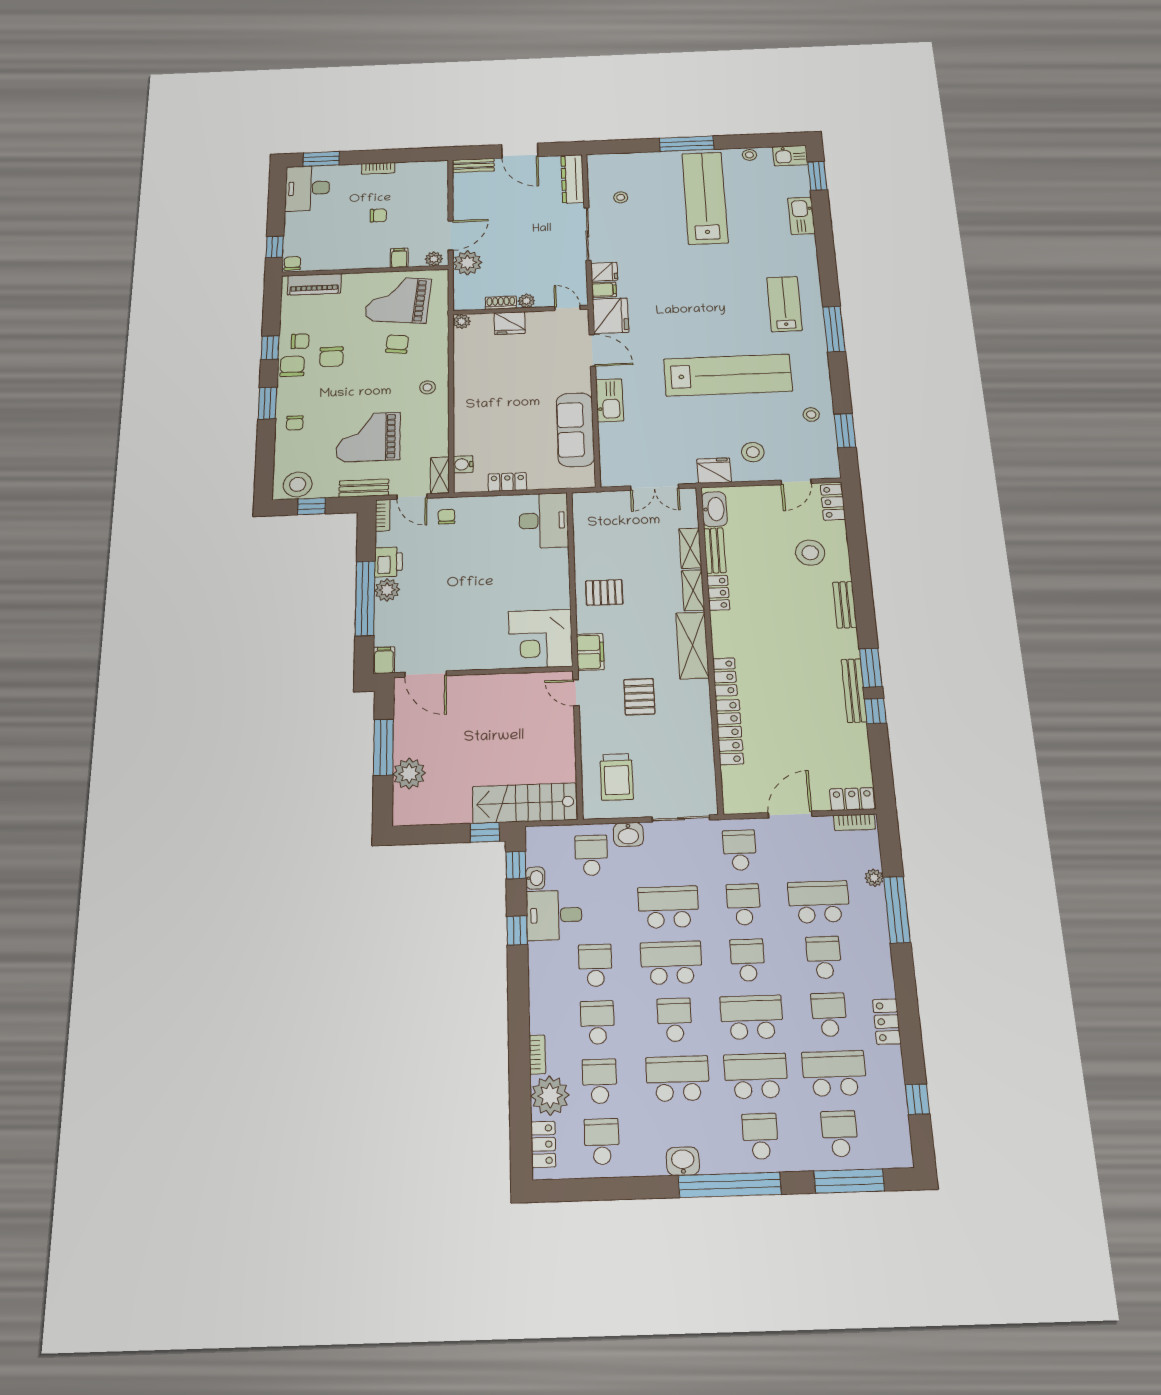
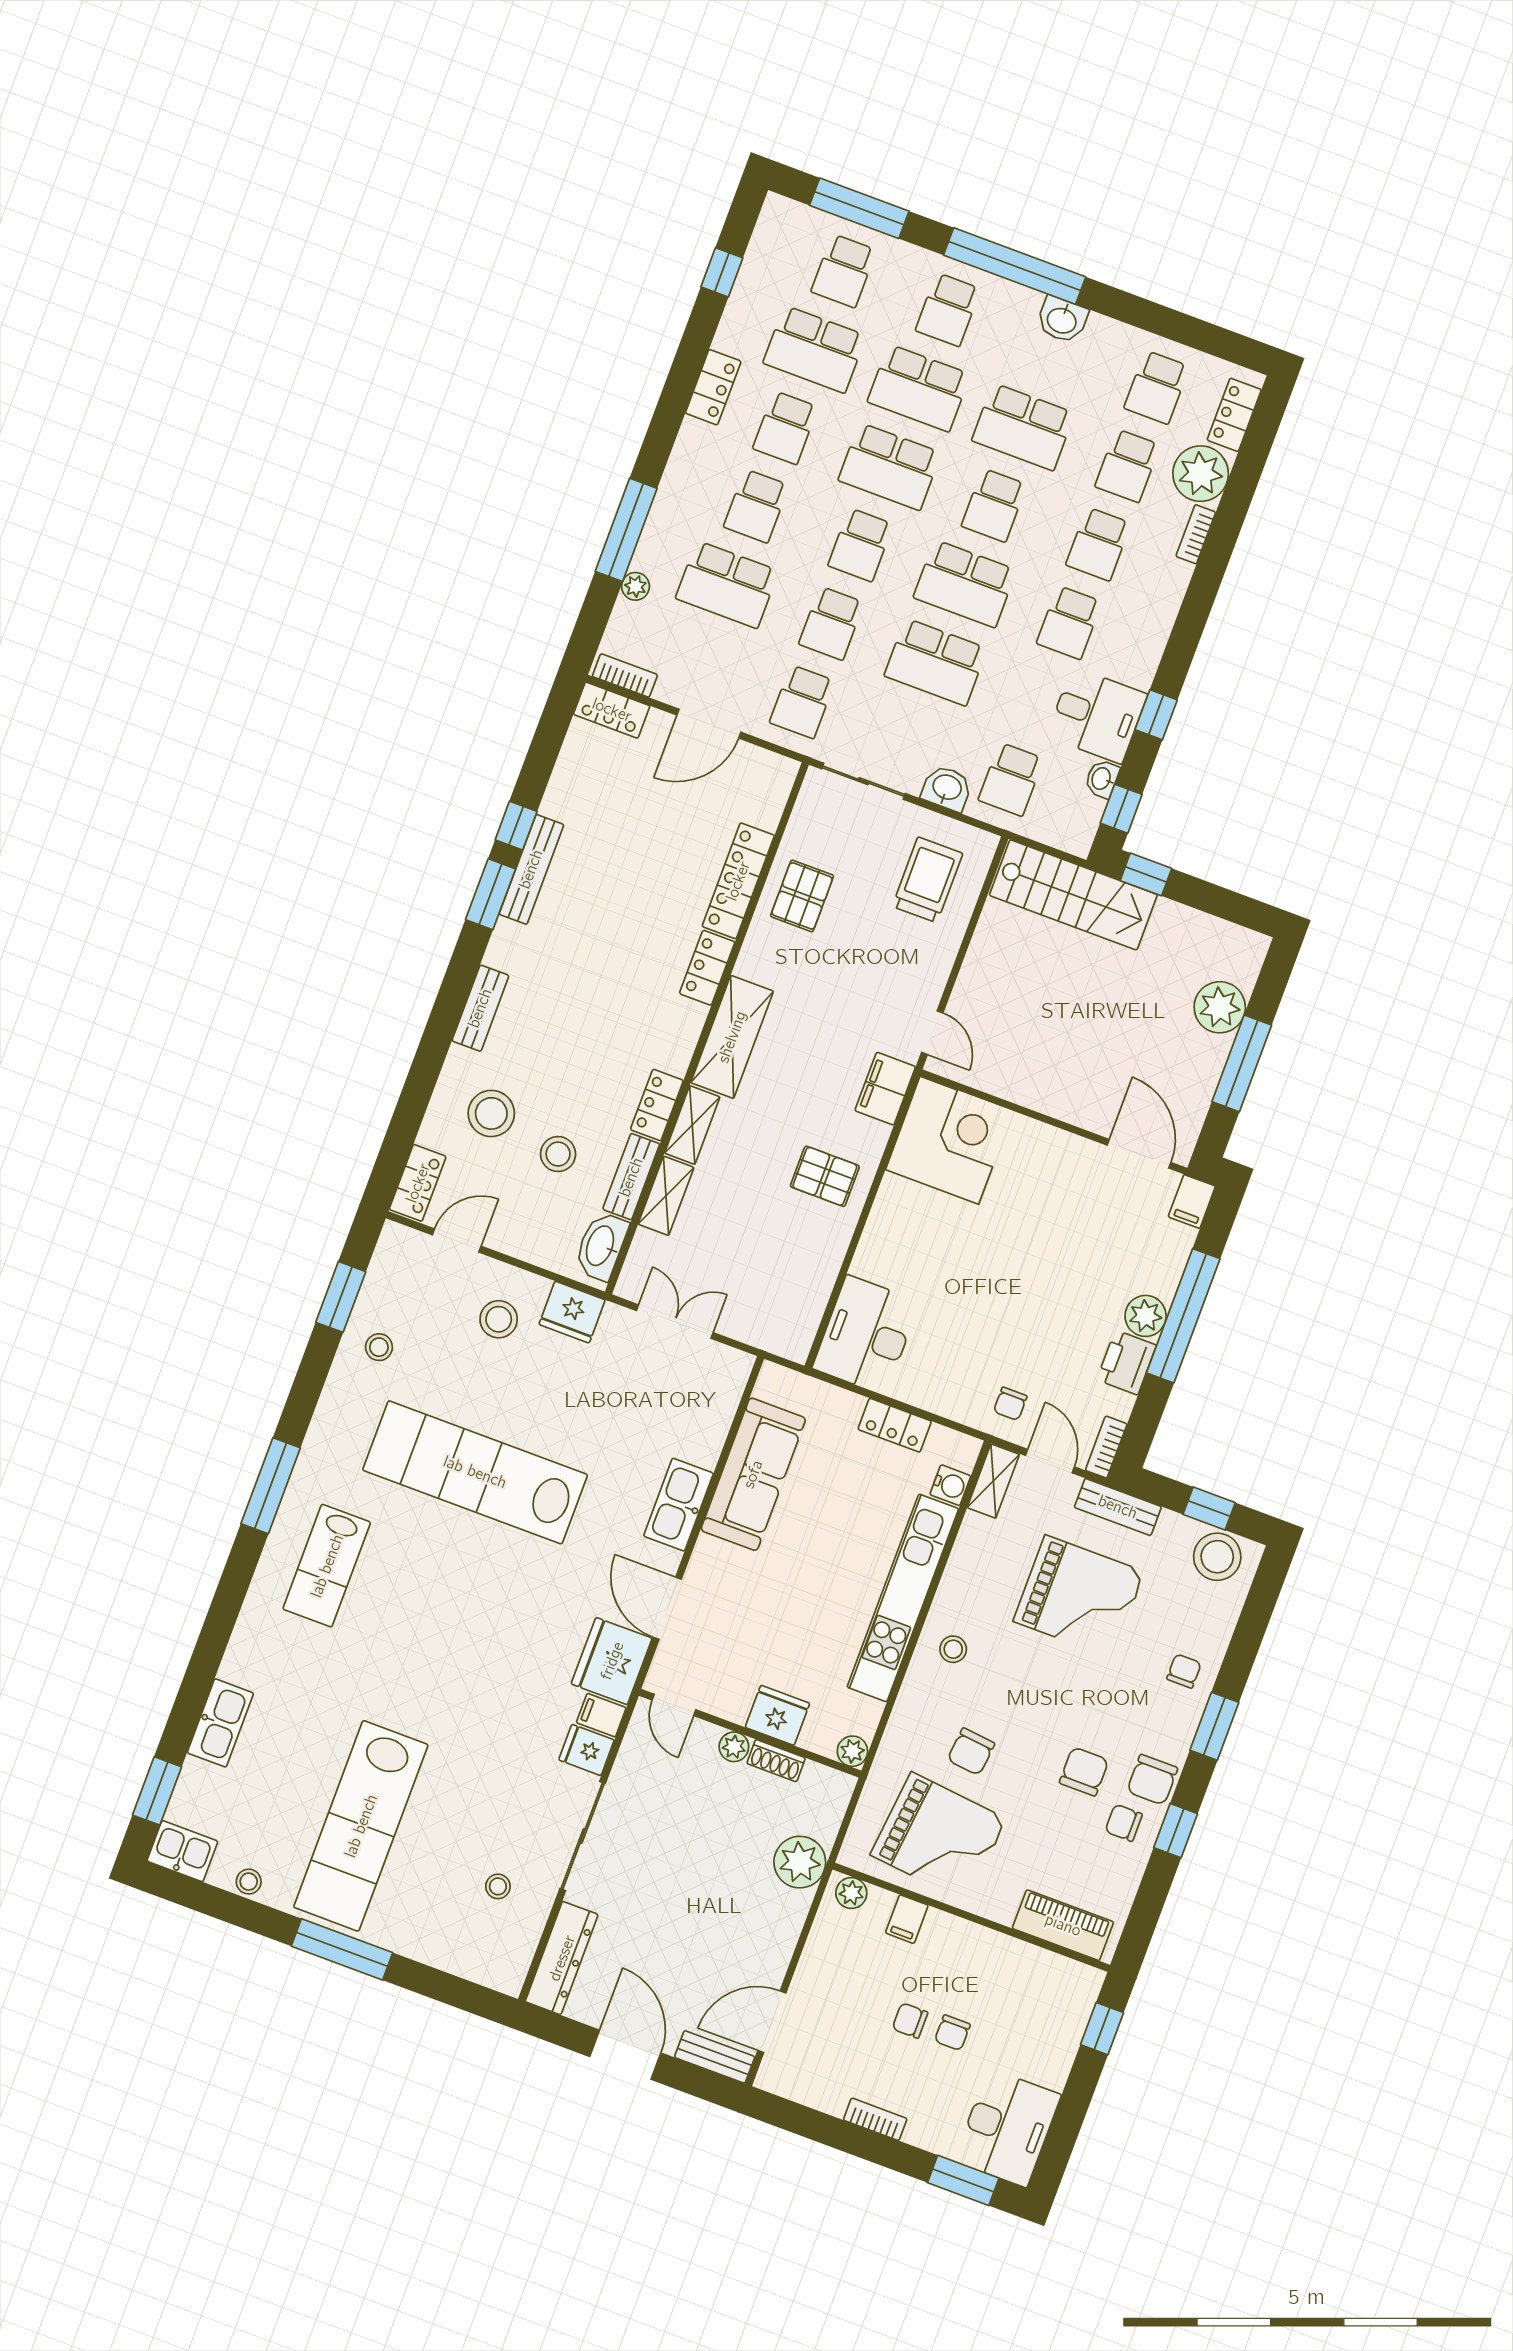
door: (451, 235) -> (772, 2022), moved
chair: (292, 263) -> (952, 2033), moved
kitchen unit: (466, 401) -> (903, 1598), added
stool: (762, 546) -> (558, 1154), added
pallet: (639, 697) -> (802, 896), moved

